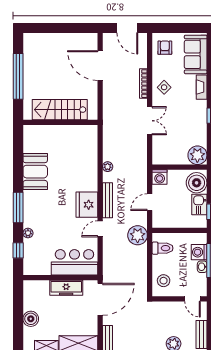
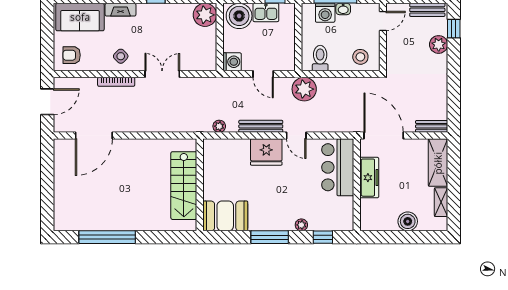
stairs: (60, 110) -> (184, 186), moved
wall: (60, 122) -> (200, 185), moved

